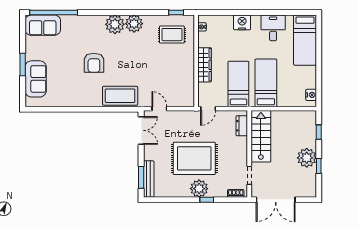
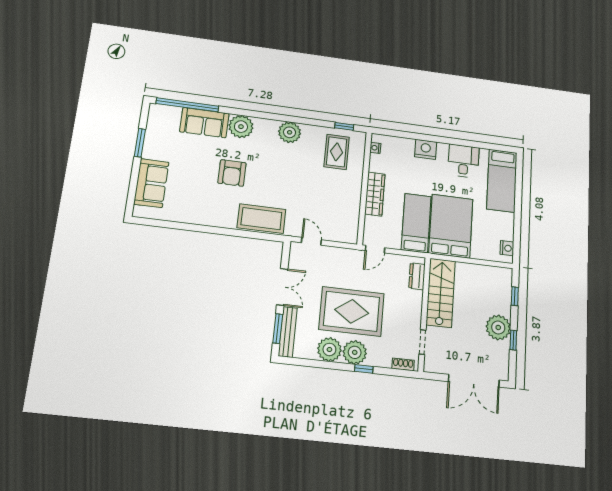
plant: (115, 24) -> (241, 127), moved
sofa: (43, 25) -> (204, 123), moved
rug: (172, 35) -> (337, 152), turned 90
window: (23, 64) -> (140, 143), moved
bed: (266, 83) -> (451, 226), width x1.50
double door: (141, 130) -> (282, 287), moved
plant: (180, 188) -> (329, 349), added
double door: (276, 200) -> (474, 381), moved

